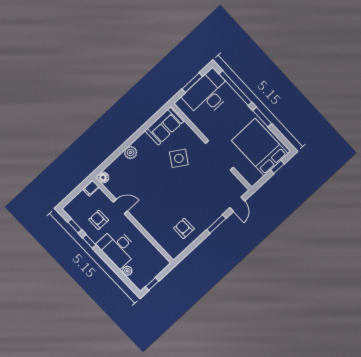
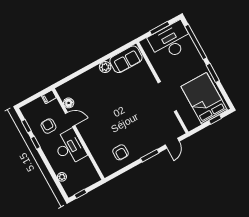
plant: (131, 153) -> (105, 67), moved
side table: (179, 158) -> (132, 90), removed
floor lamp: (103, 177) -> (69, 103), moved
armchair: (184, 228) -> (121, 152), turned 180
desk: (118, 248) -> (69, 147), moved, turned 180

